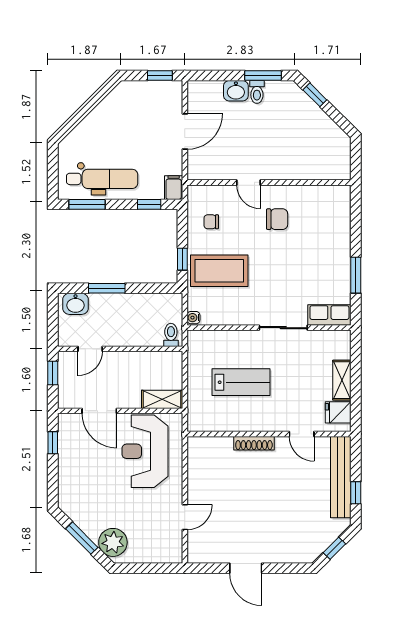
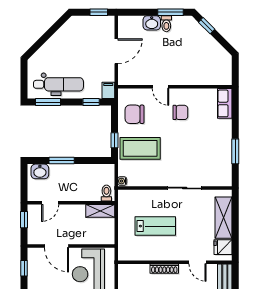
chair: (211, 222) -> (135, 114), width x1.87, depth x1.87
row of seats: (329, 315) -> (225, 103), moved, turned -90
shelving: (342, 380) -> (224, 218), width x1.50, depth x1.33
shelving: (162, 399) -> (100, 211), moved

